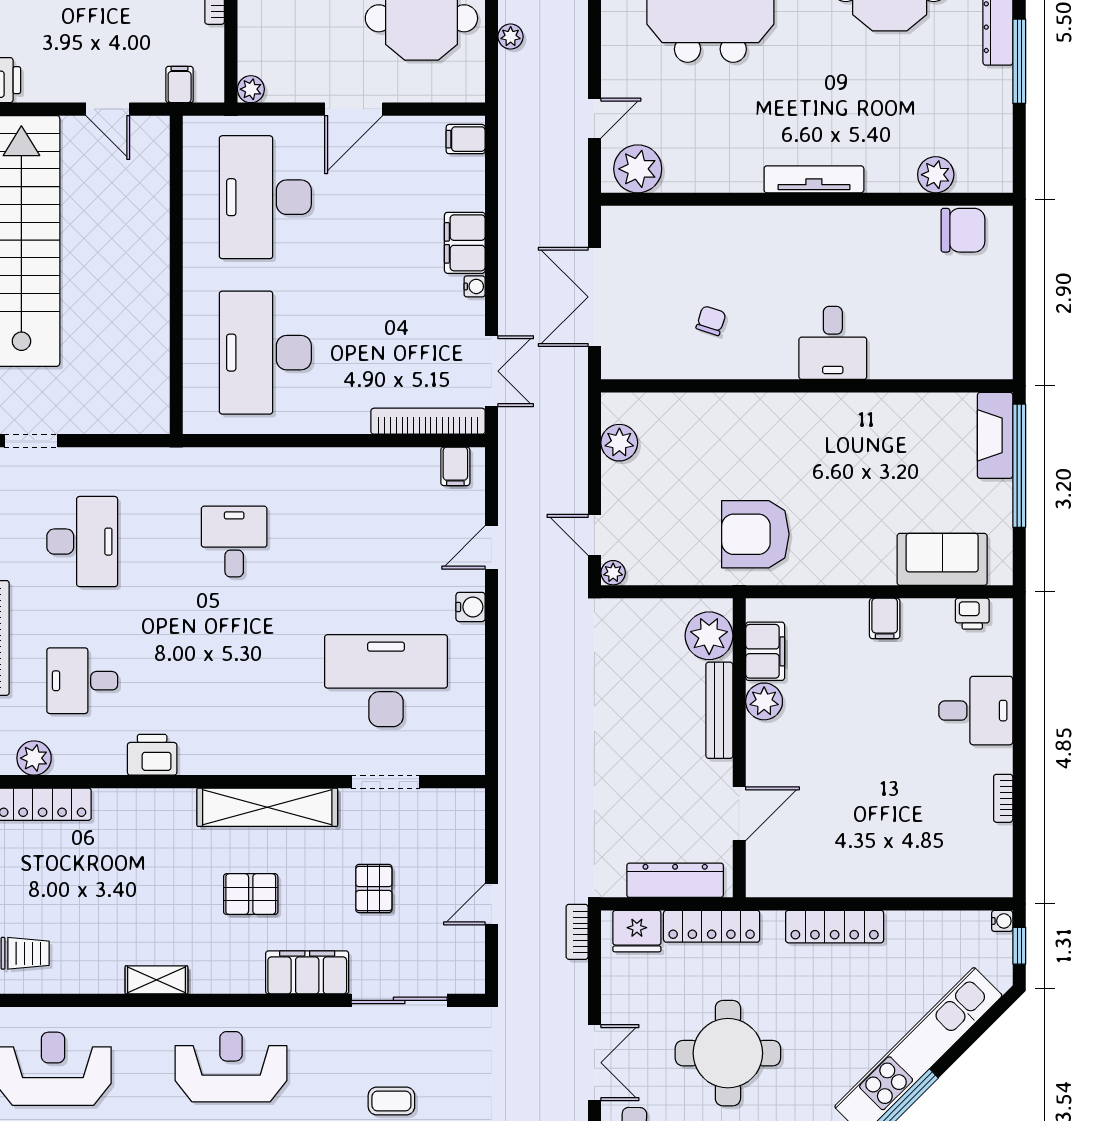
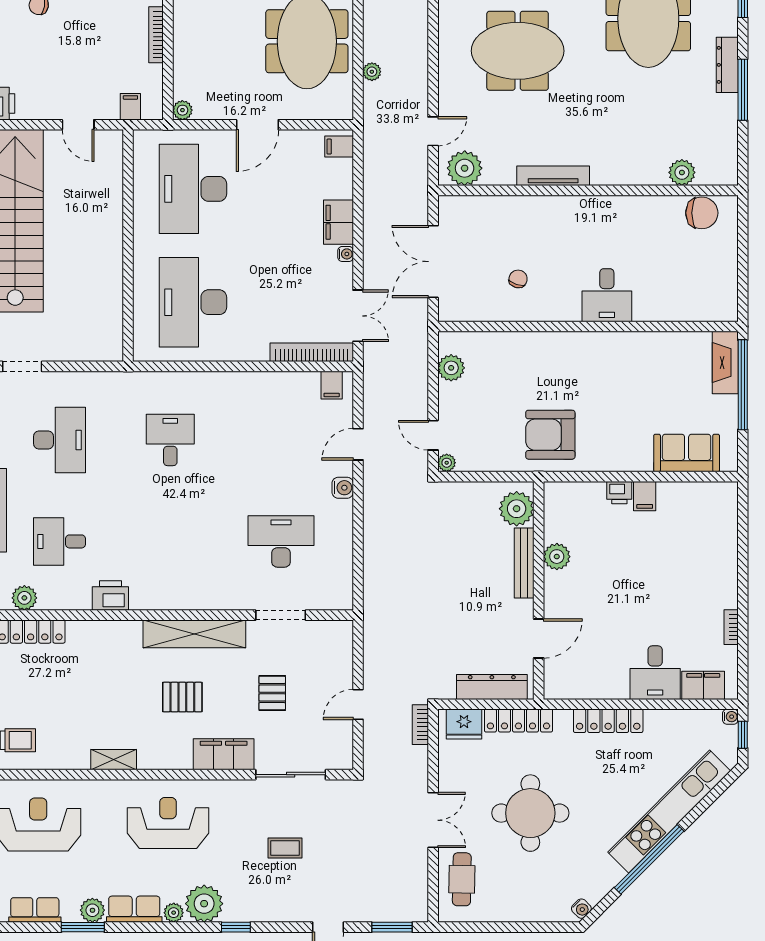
tv unit: (814, 179) -> (553, 176), moved
printer: (972, 614) -> (619, 493), moved
filing cabinet: (765, 651) -> (703, 685), moved, turned -90
desk: (386, 681) -> (281, 541), width x0.73, depth x0.77
desk: (976, 711) -> (655, 673), moved, turned 90

